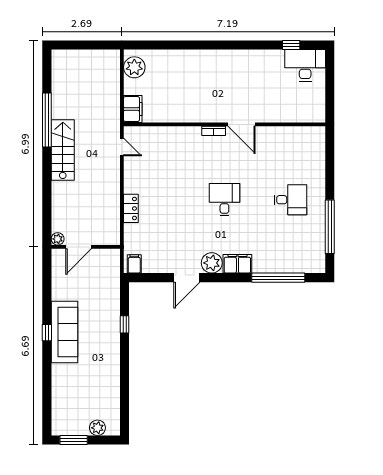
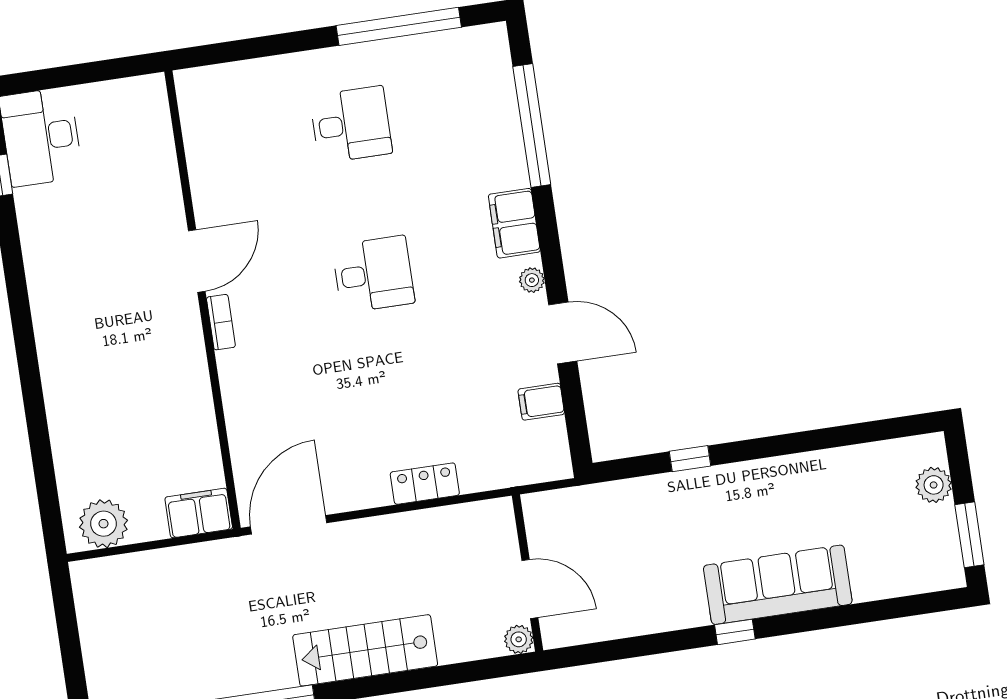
door: (122, 147) -> (289, 525), width x1.87
stairs: (63, 150) -> (365, 650), moved
desk: (224, 200) -> (373, 274), turned 180
desk: (290, 200) -> (351, 125), turned 90
plant: (212, 263) -> (532, 280), width x0.53, depth x0.53
filing cabinet: (134, 264) -> (541, 402), moved
sofa: (64, 332) -> (778, 585), moved

